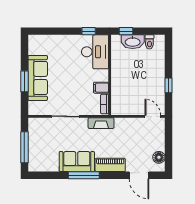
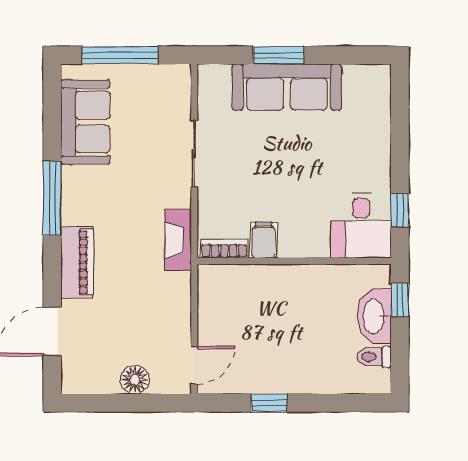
desk: (95, 52) -> (361, 226), width x0.73
floor lamp: (159, 157) -> (135, 380), moved
sofa: (77, 162) -> (85, 122), moved

